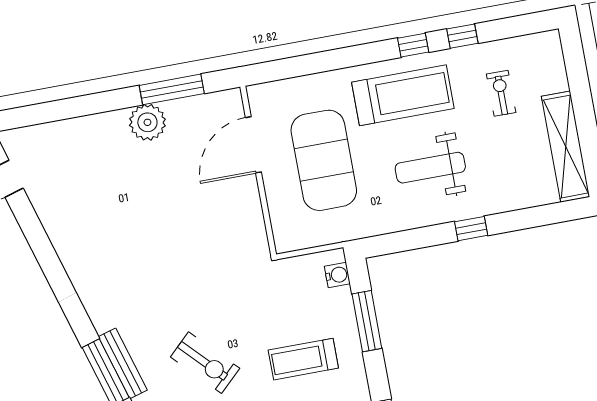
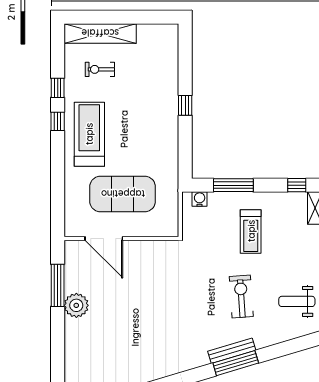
shelving: (566, 147) -> (100, 33), moved
weight bench: (430, 168) -> (140, 125), removed
exercise bike: (205, 363) -> (241, 296), turned -50

